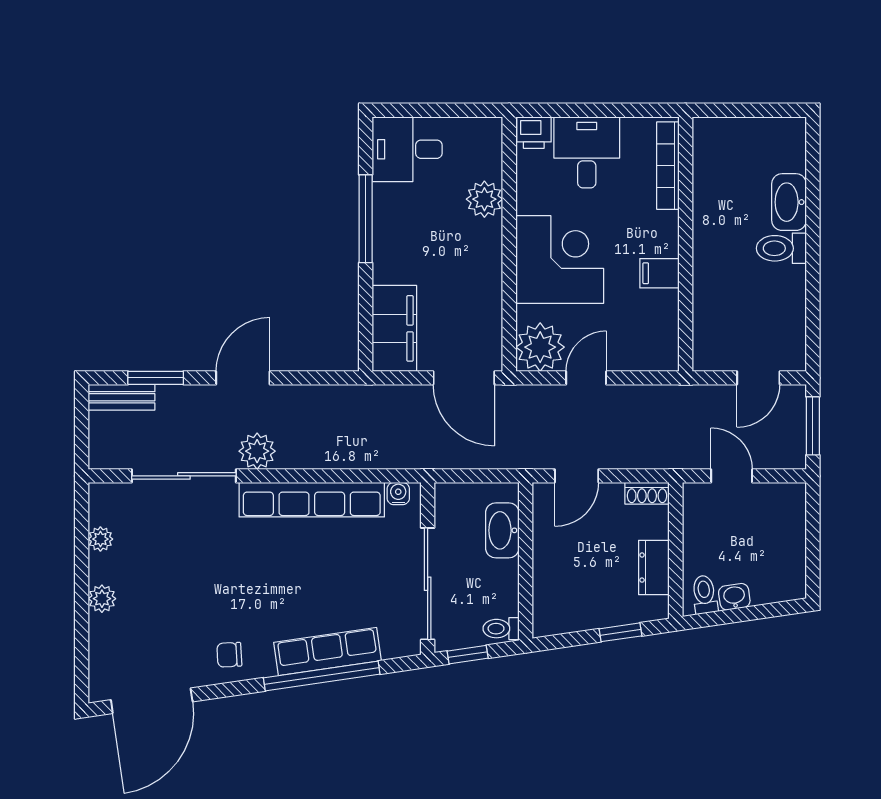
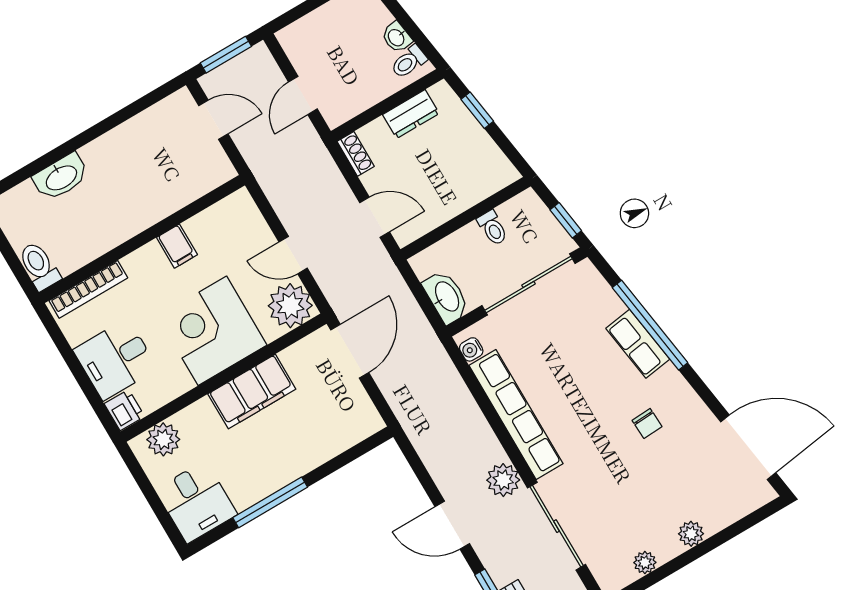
plant: (484, 199) -> (163, 439), moved
toilet: (781, 248) -> (39, 266), moved, turned 180
filing cabinet: (394, 328) -> (252, 392), moved, turned 180
washbasin: (502, 530) -> (446, 297), moved, turned -90
toilet: (501, 629) -> (493, 228), moved
row of seats: (328, 651) -> (638, 344), width x0.68
chair: (229, 655) -> (647, 423), moved

